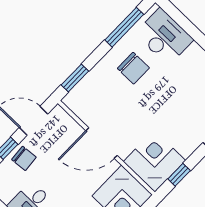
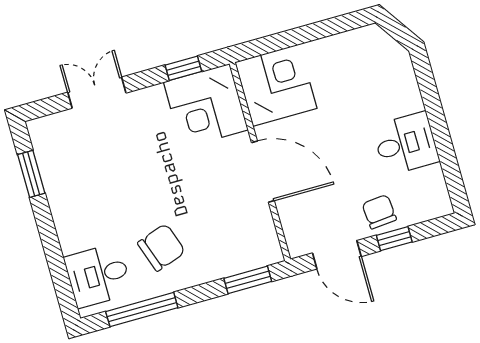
desk: (164, 37) -> (98, 275), width x0.73
chair: (133, 68) -> (161, 247), turned 71

